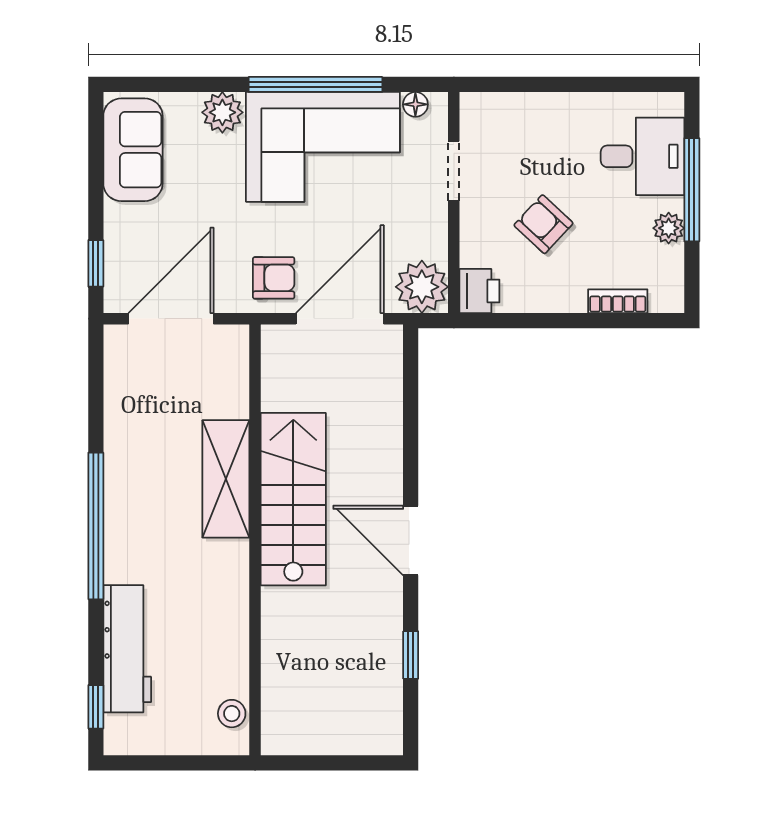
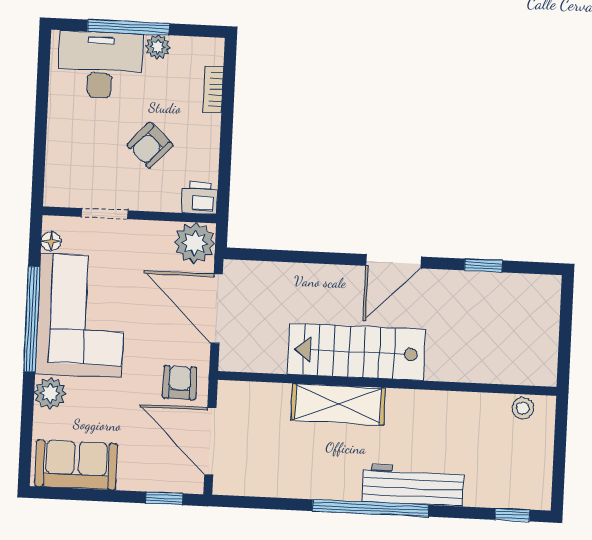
desk: (642, 156) -> (100, 65), width x1.37
armchair: (274, 278) -> (180, 383), moved
workbench: (127, 649) -> (413, 485), moved

